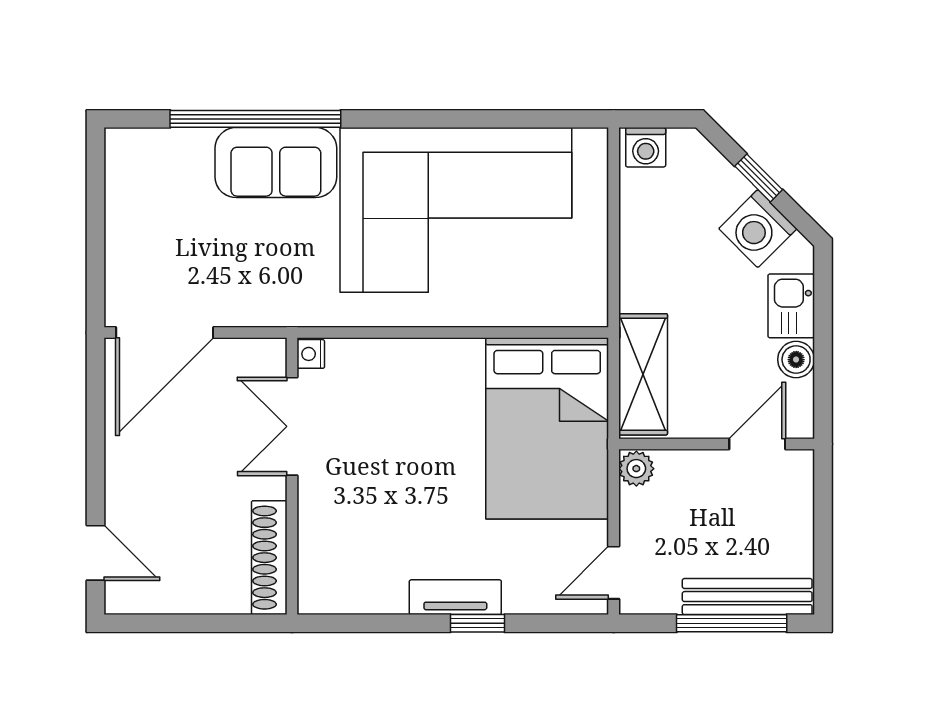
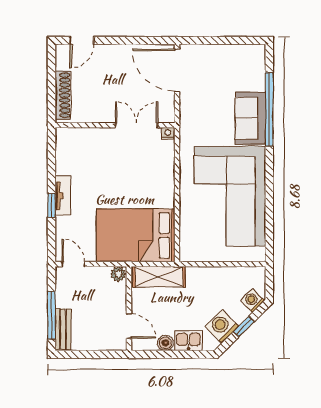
washing machine: (646, 147) -> (252, 301), moved, turned 45
shoe rack: (269, 558) -> (63, 95), moved, turned 90
bench: (747, 597) -> (63, 329), width x0.73

